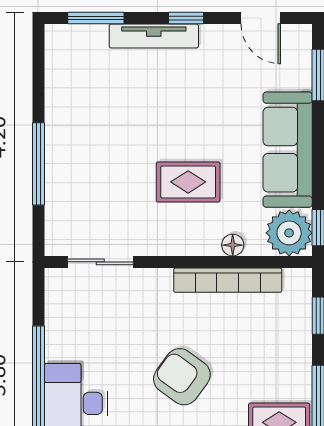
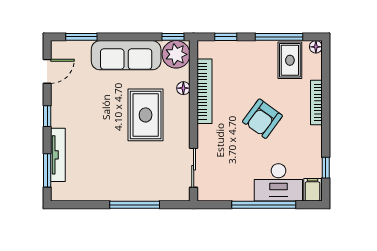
tv unit: (154, 36) -> (58, 155), moved
rug: (188, 182) -> (146, 115), width x1.36, depth x1.43

